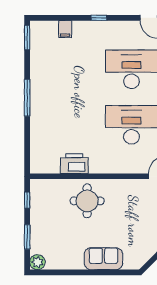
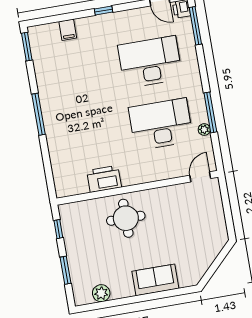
plant: (37, 262) -> (101, 293), moved

